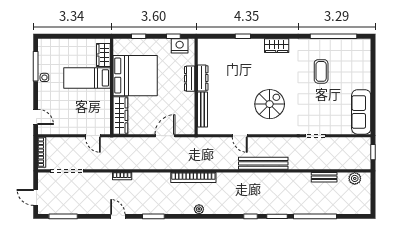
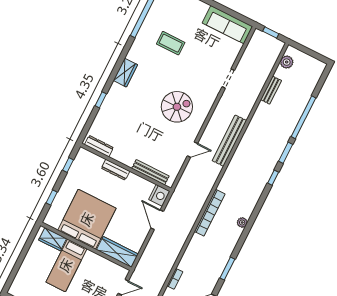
nightstand: (180, 46) -> (159, 195), moved, turned 180
dresser: (203, 78) -> (99, 146), moved
spiral stairs: (270, 104) -> (177, 107), turned 90

